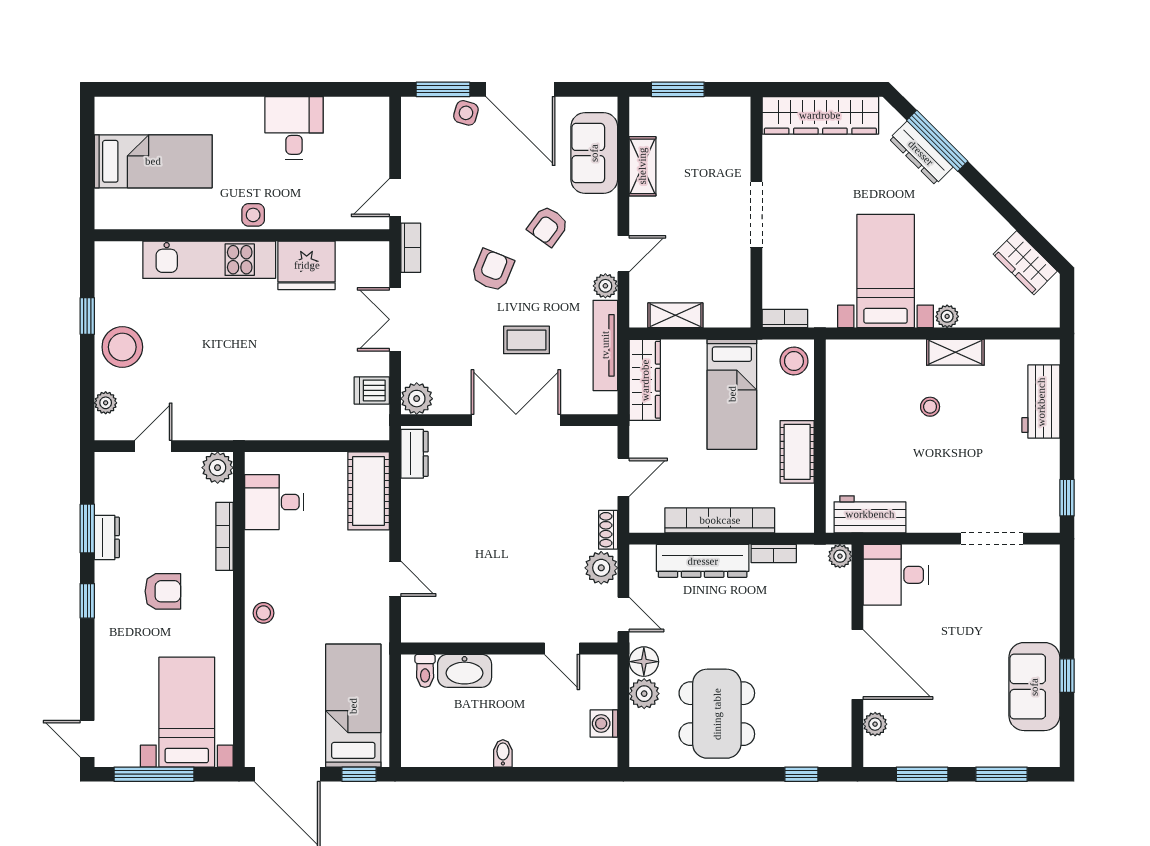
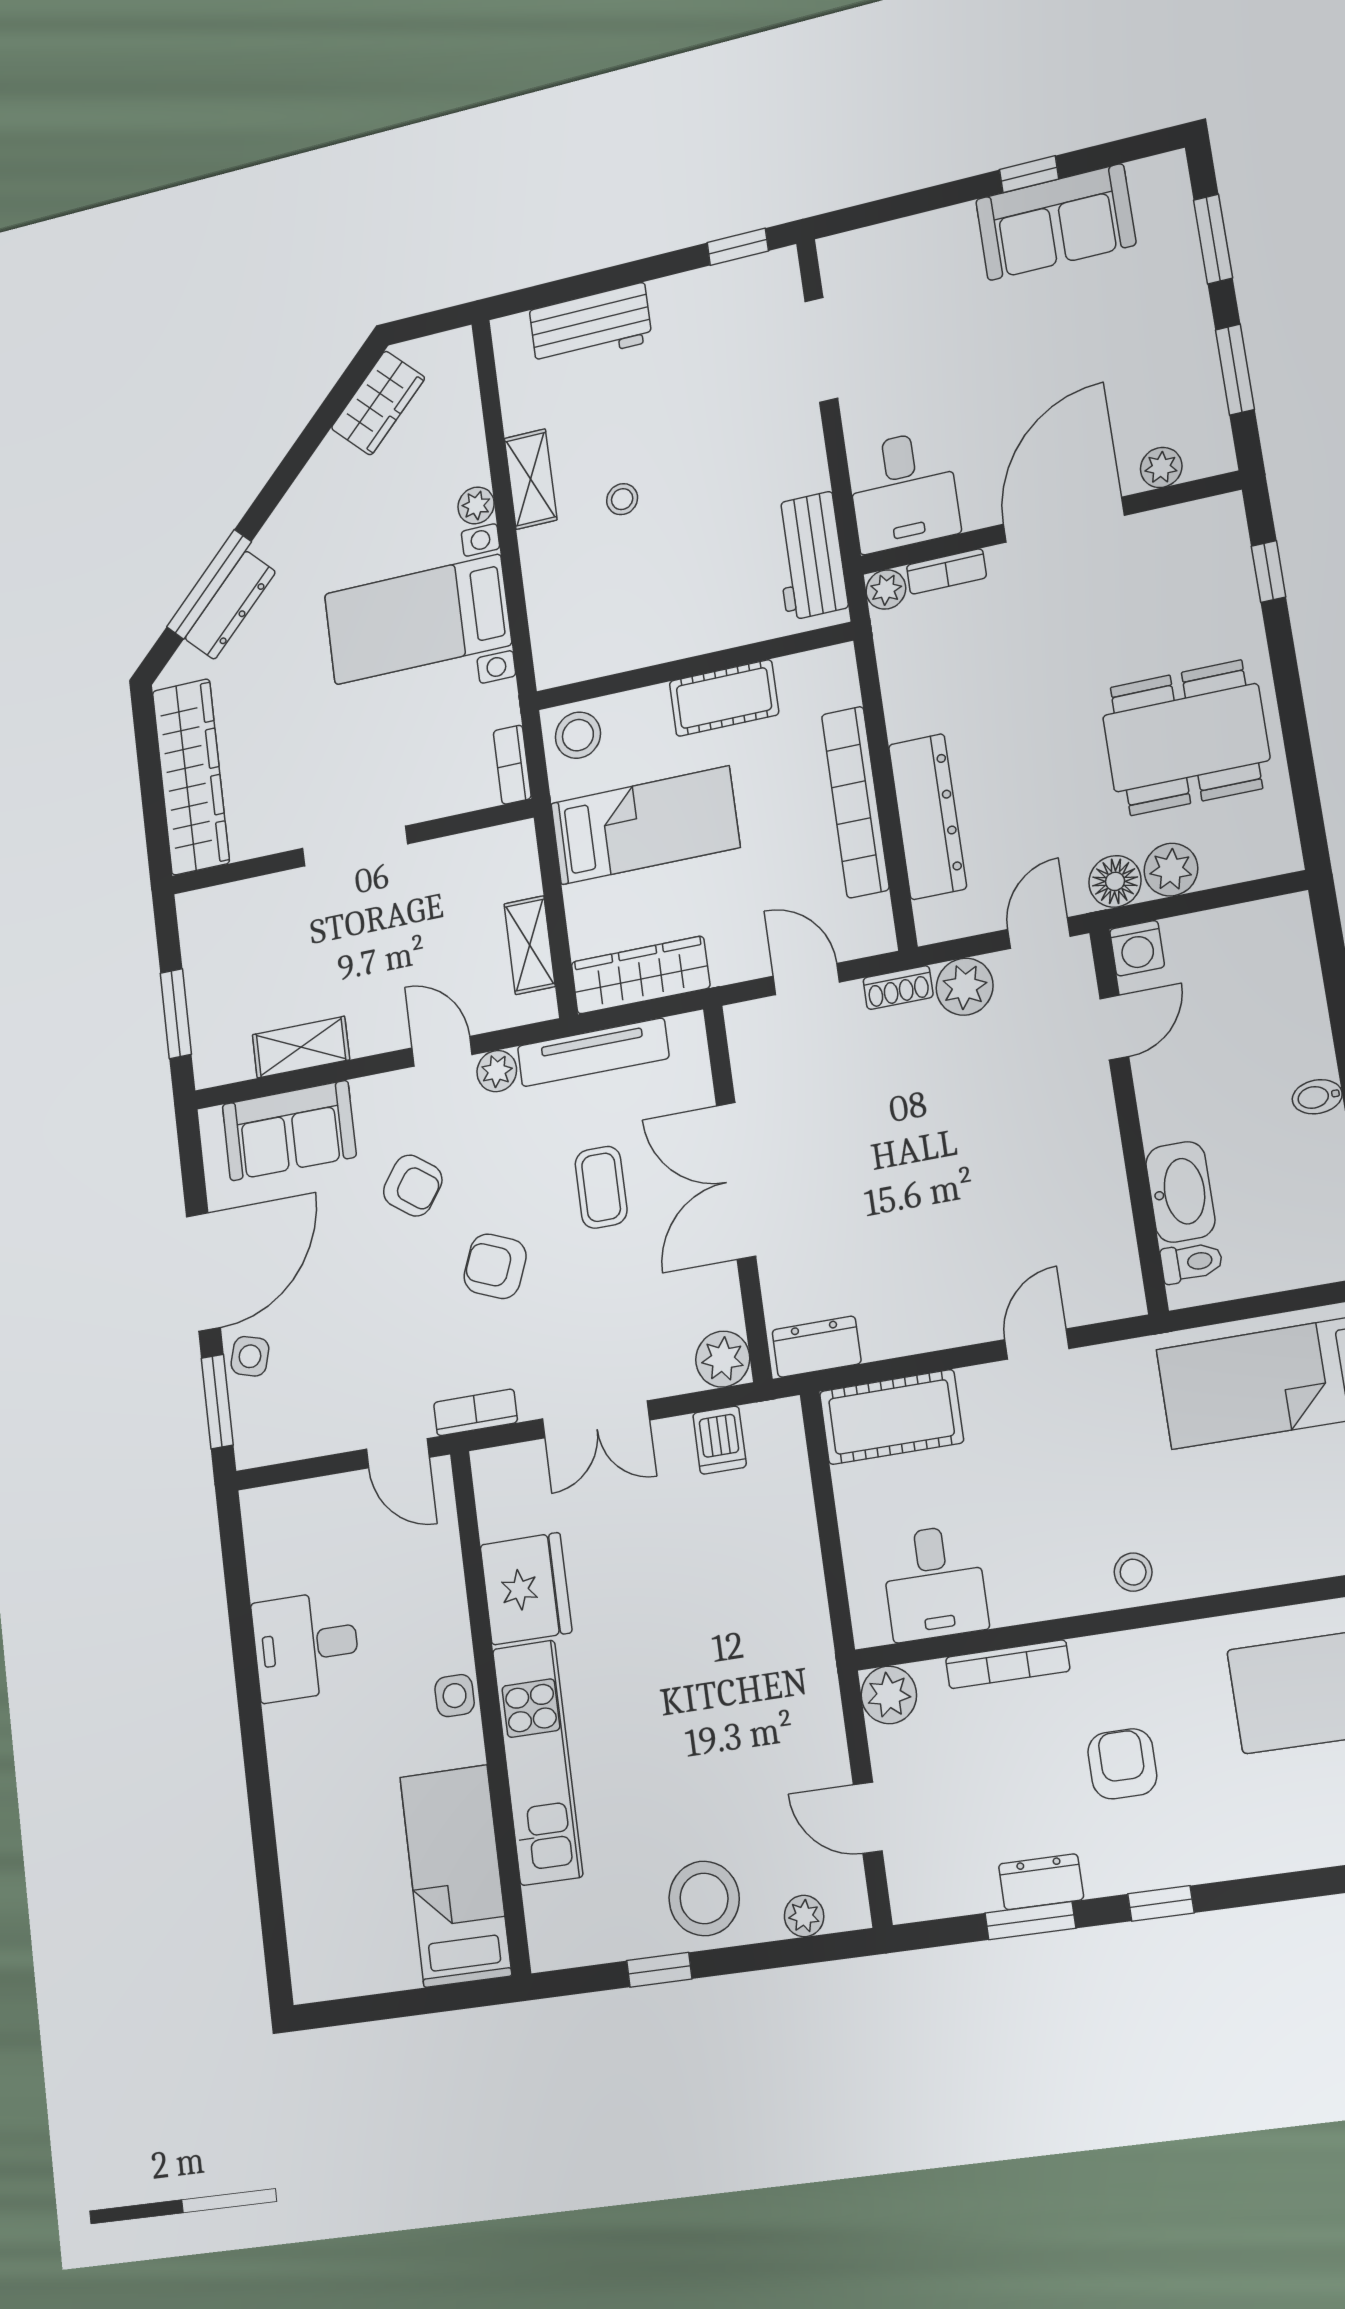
bed: (153, 161) -> (456, 1876), moved
bookcase: (774, 554) -> (946, 571), moved, turned 90
washing machine: (604, 723) -> (1137, 948), moved

